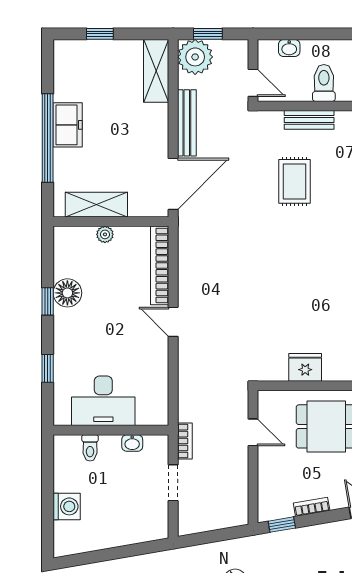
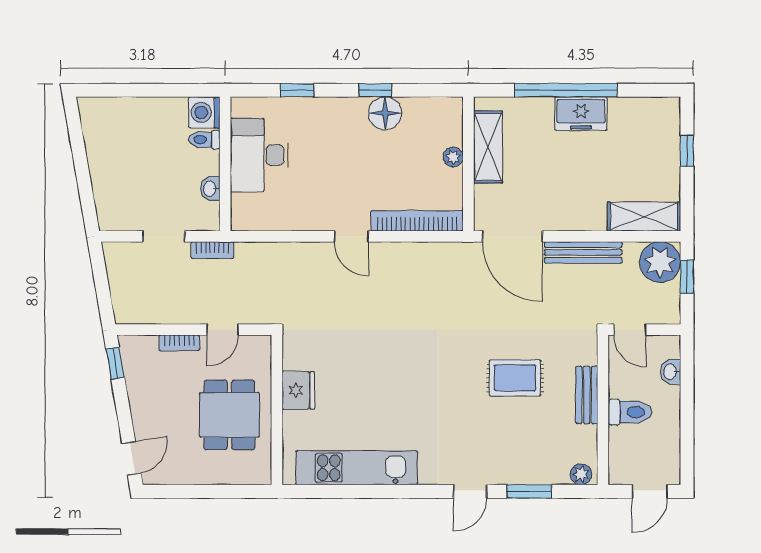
door: (253, 83) -> (630, 330), hinge flipped
door: (173, 322) -> (351, 236), swing flipped
washing machine: (67, 506) -> (204, 112), moved, turned 90
bookcase: (312, 507) -> (179, 343), moved, turned 100

